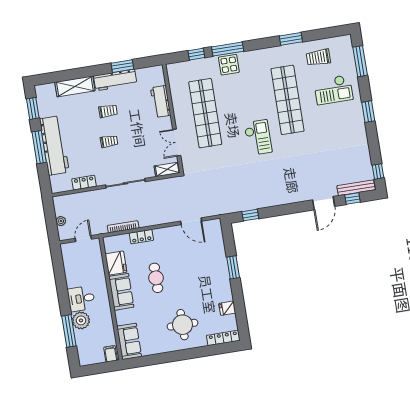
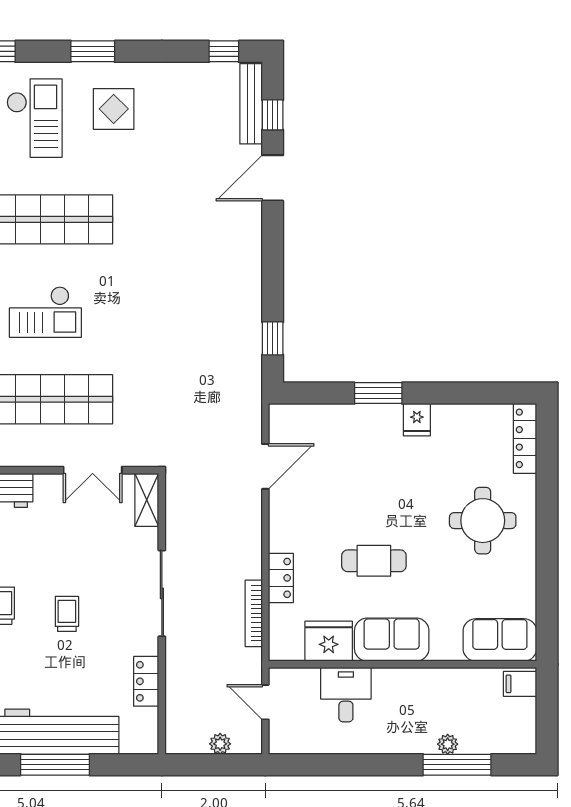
display table: (343, 125) -> (114, 109), added
checkout: (258, 138) -> (45, 312), moved, turned 180
door: (324, 203) -> (273, 178), swing flipped
desk: (81, 299) -> (346, 695), moved, turned 180
fridge: (227, 308) -> (417, 420), moved
plant: (81, 320) -> (448, 744), width x0.53, depth x0.53

